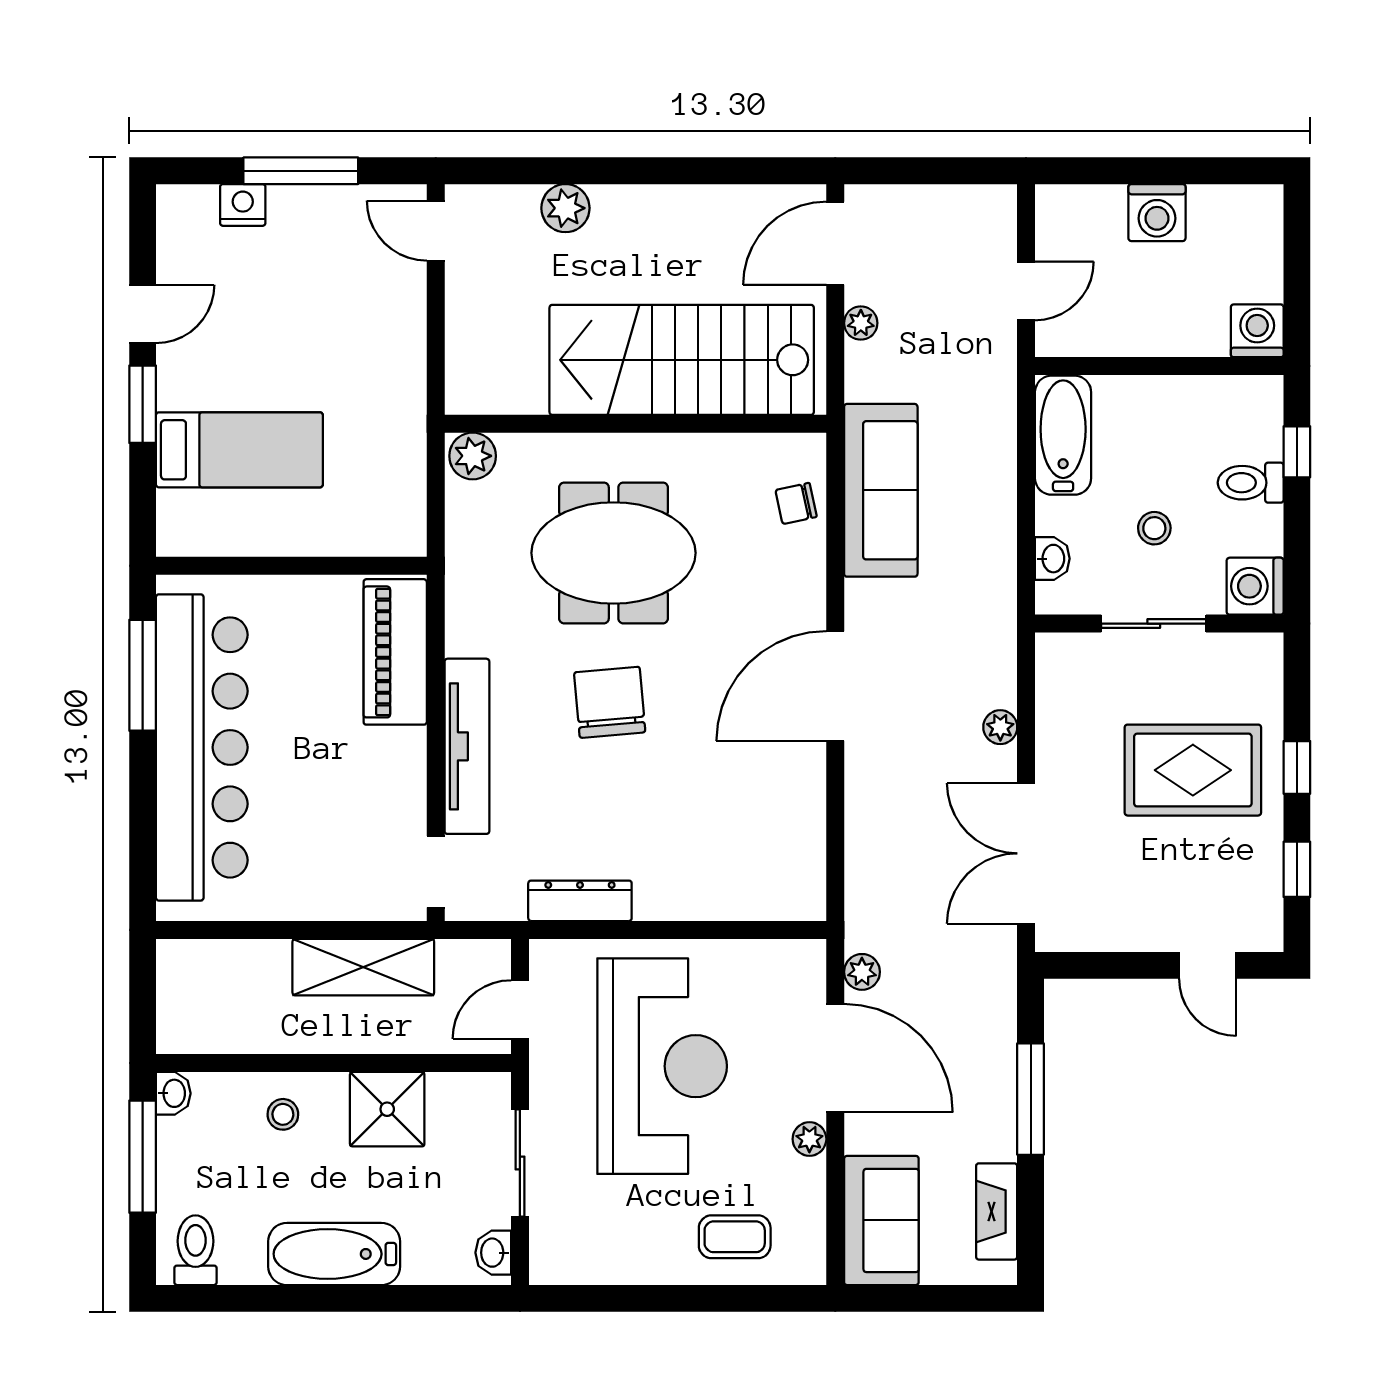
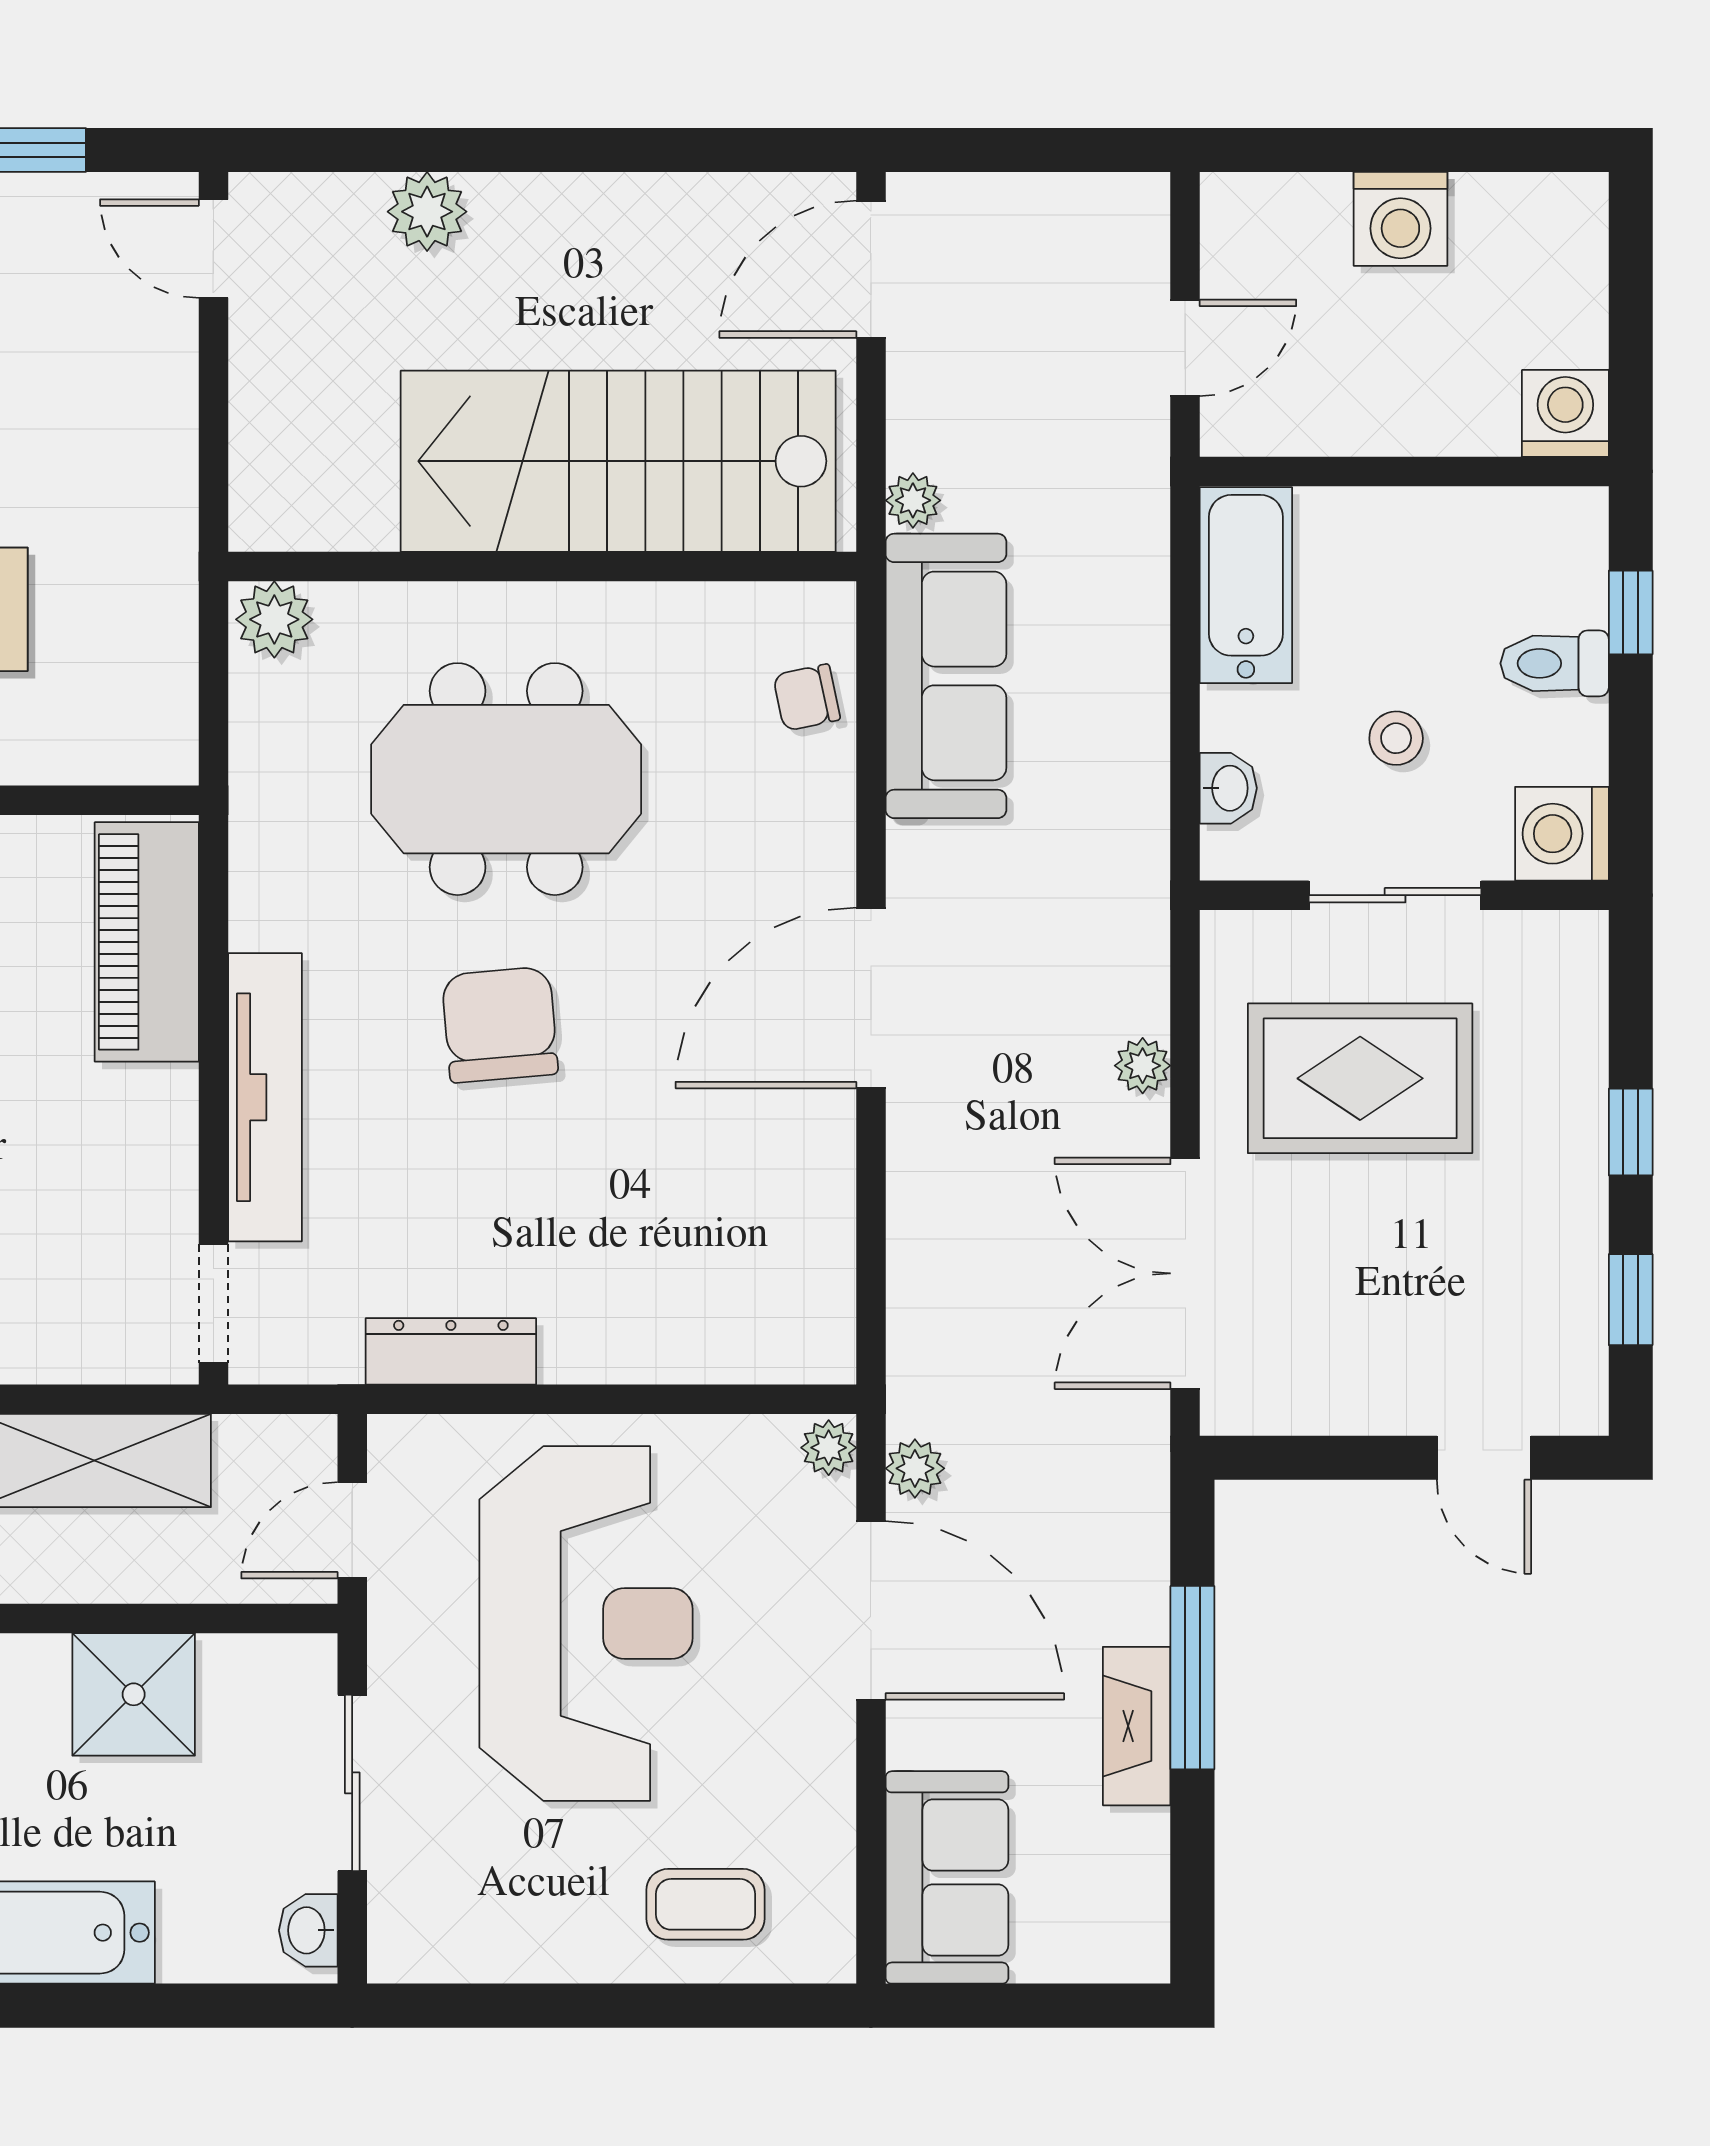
plant: (861, 323) -> (913, 500), moved
rug: (1193, 770) -> (1360, 1078), moved
plant: (809, 1139) -> (829, 1448), moved
fireplace: (997, 1211) -> (1137, 1726), moved

